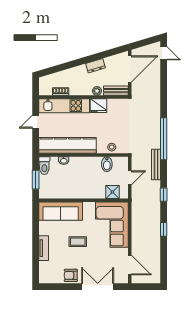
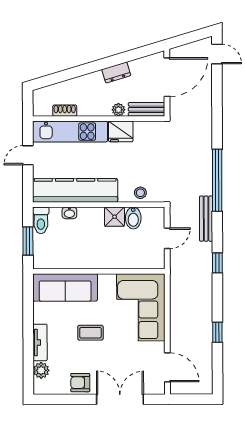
shower: (112, 192) -> (115, 217), moved
window: (164, 229) -> (217, 332), moved
plant: (44, 267) -> (41, 370), added

